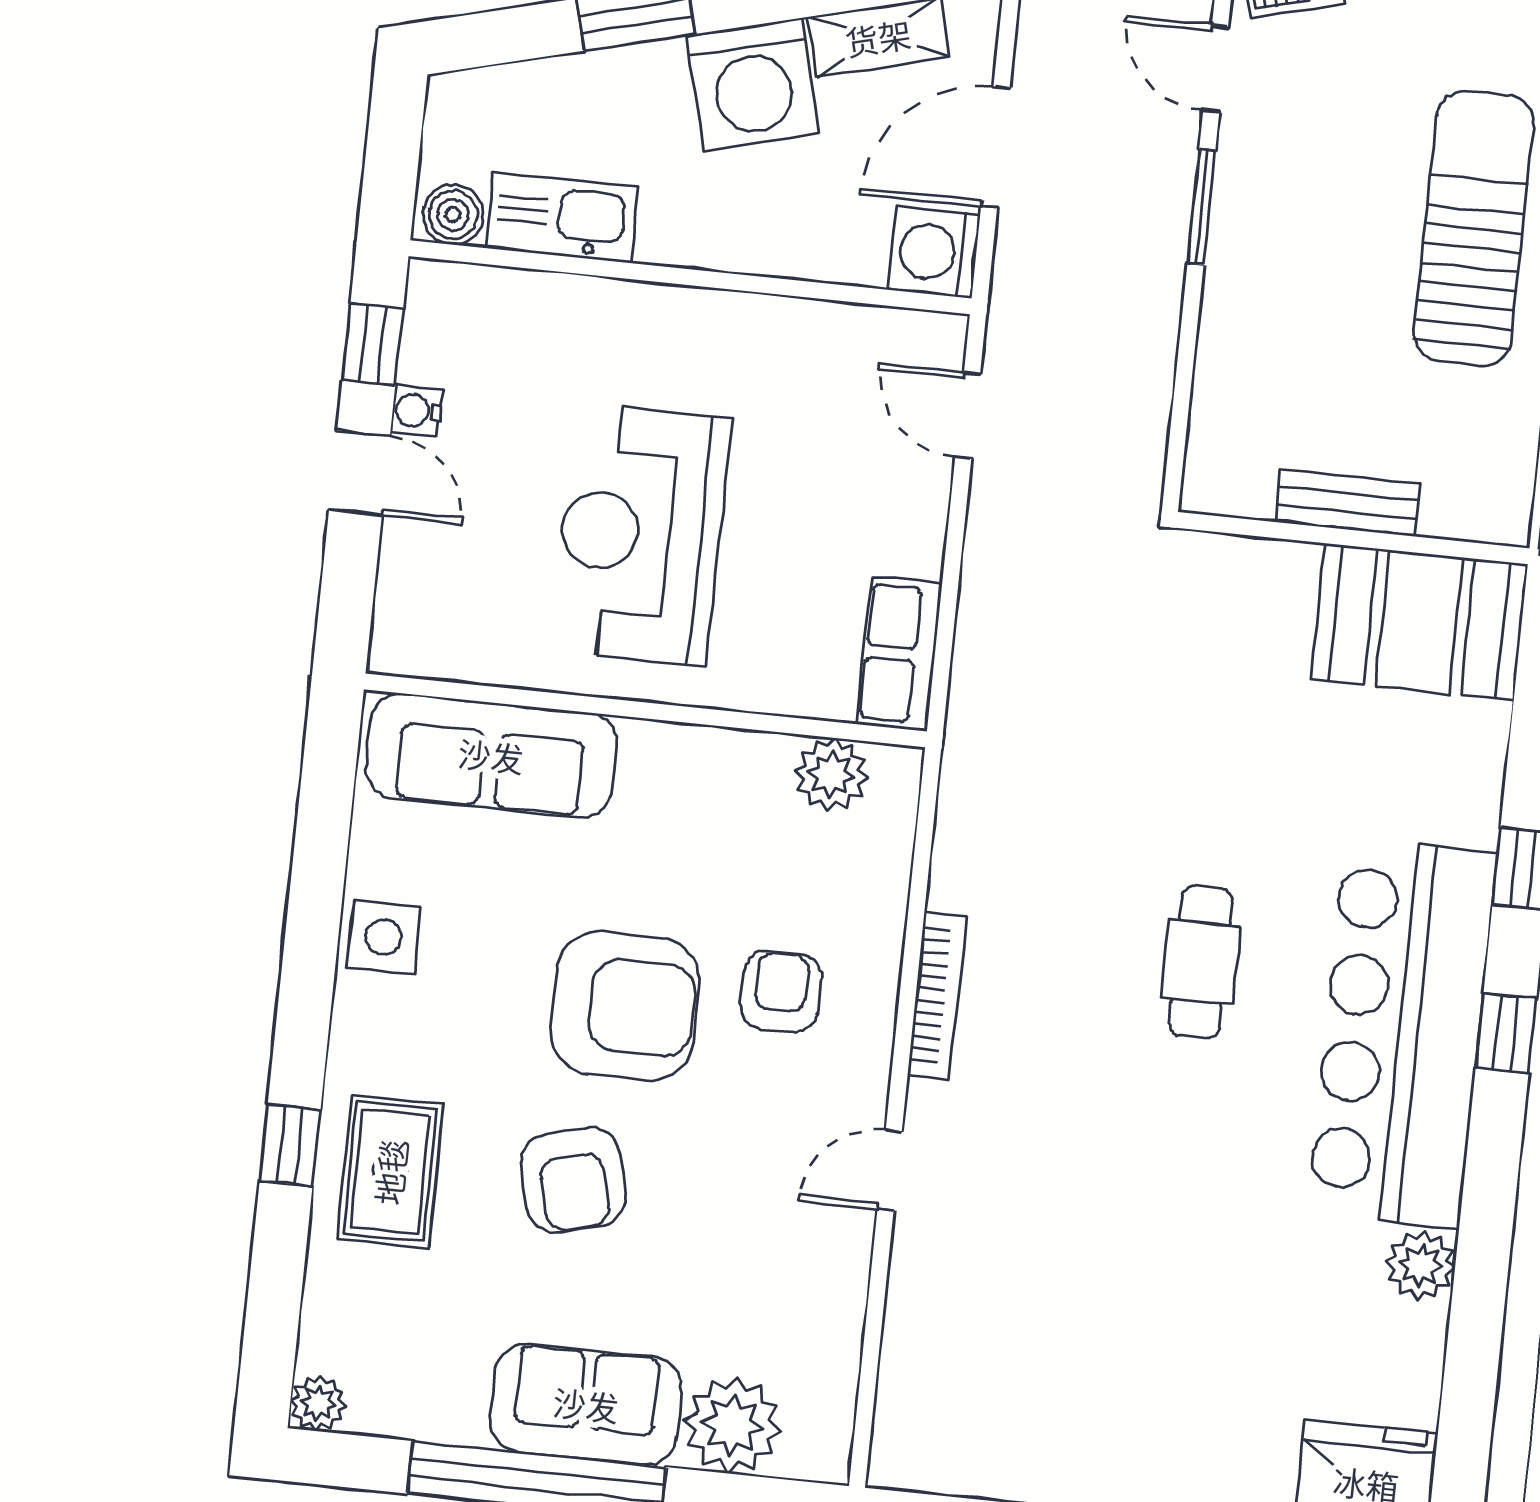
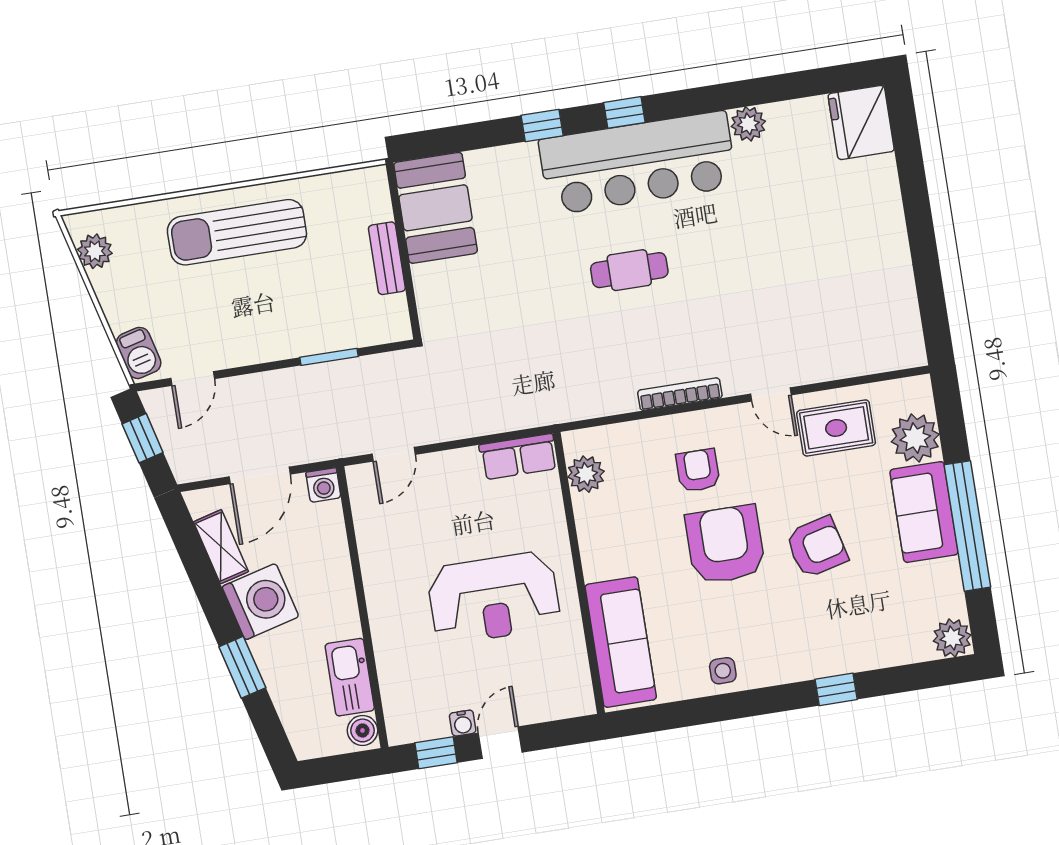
door: (995, 147) -> (260, 475), hinge flipped
window: (1201, 207) -> (329, 357), moved
washing machine: (934, 252) -> (323, 485), width x0.73, depth x0.73
side table: (384, 937) -> (723, 671), width x0.73, depth x0.73
armchair: (781, 991) -> (698, 470), turned 90
rug: (390, 1172) -> (836, 428), moved
plant: (318, 1403) -> (952, 638), width x1.38, depth x1.38

